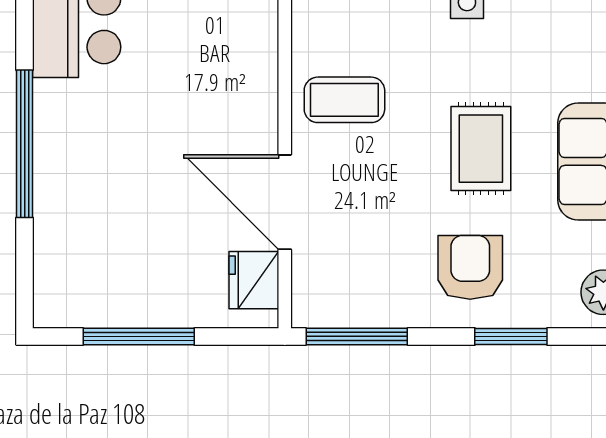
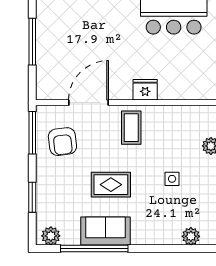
armchair: (470, 267) -> (62, 142), moved, turned 83
fridge: (254, 280) -> (145, 90), moved

